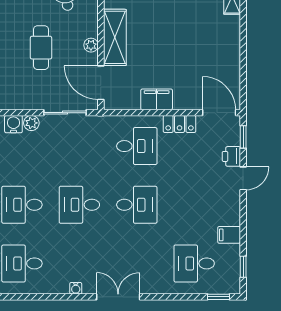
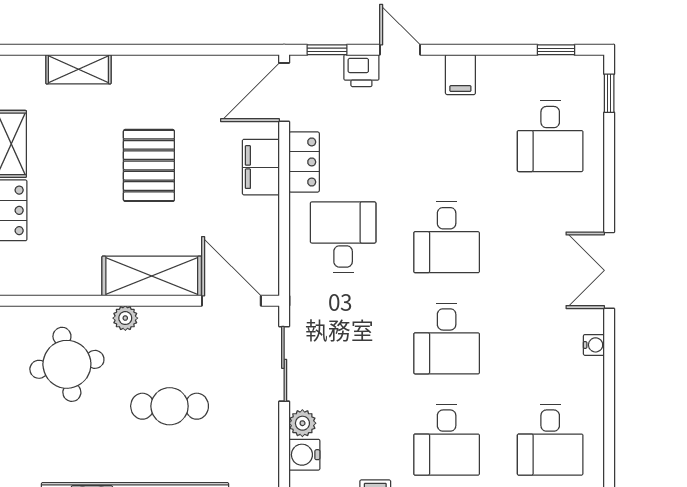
pallet: (178, 36) -> (149, 165), added
plant: (91, 45) -> (125, 318), moved
door: (101, 83) -> (231, 301), swing flipped
filing cabinet: (157, 99) -> (261, 167), moved
desk: (137, 205) -> (447, 237), turned 180
filing cabinet: (229, 235) -> (460, 75), moved

